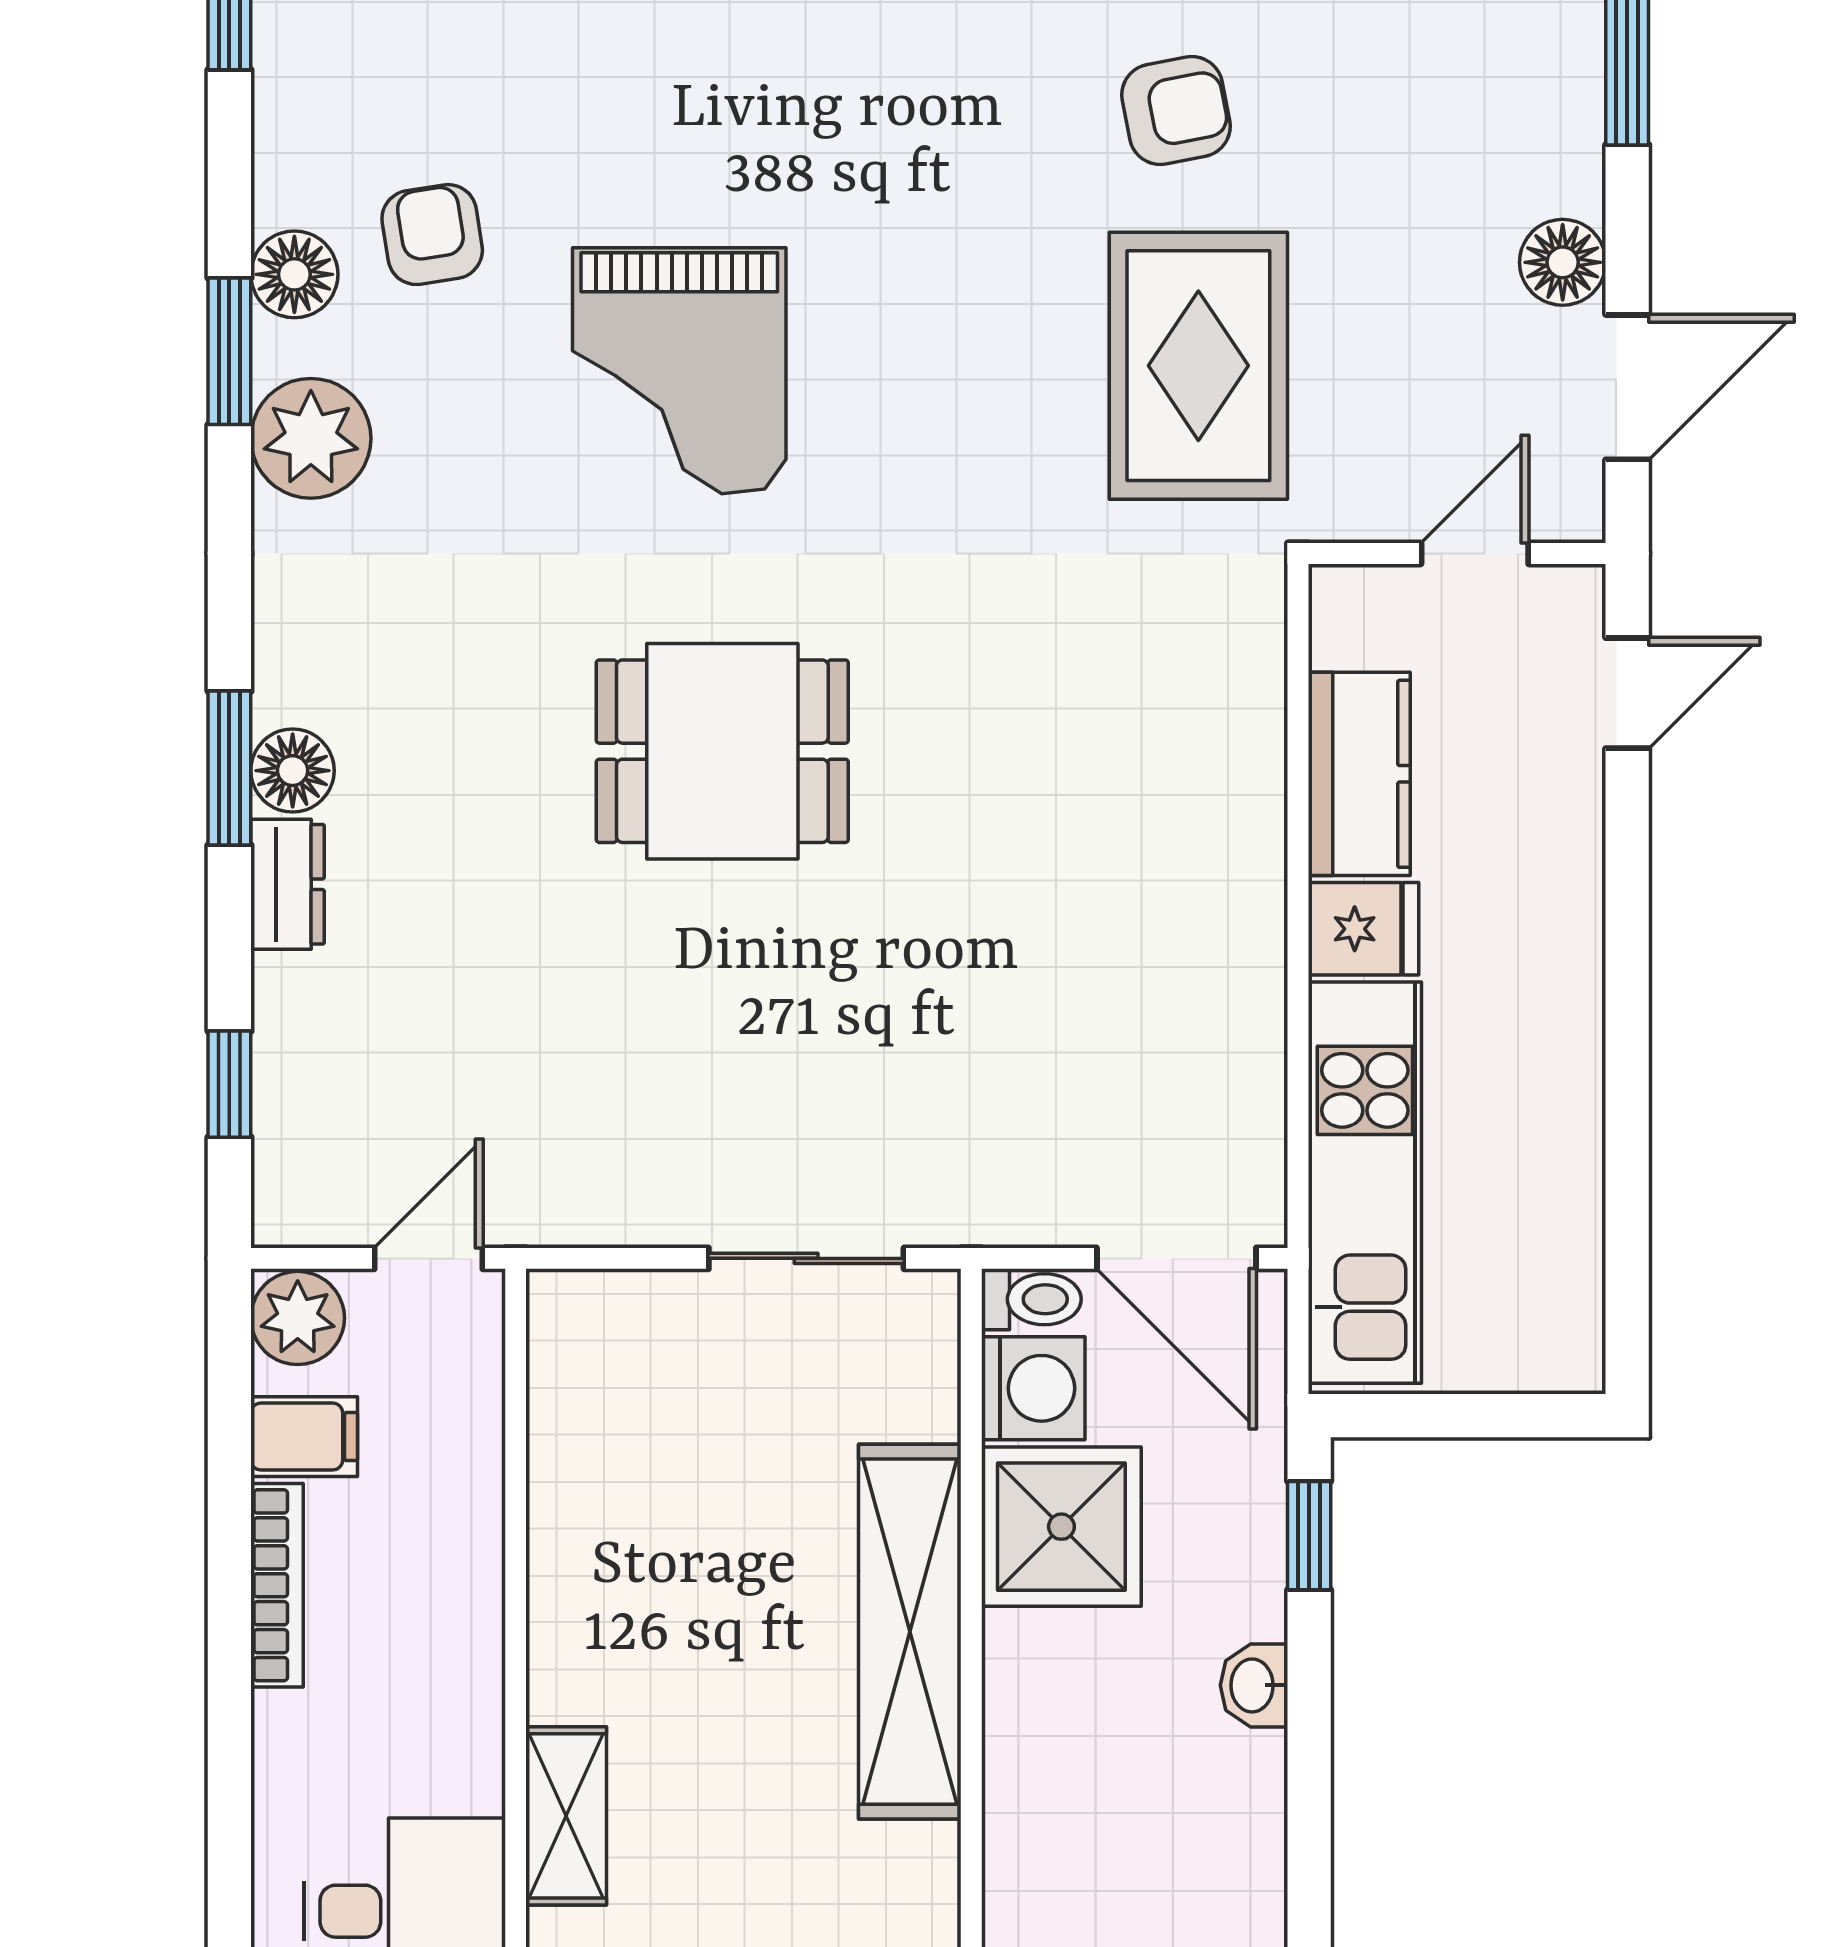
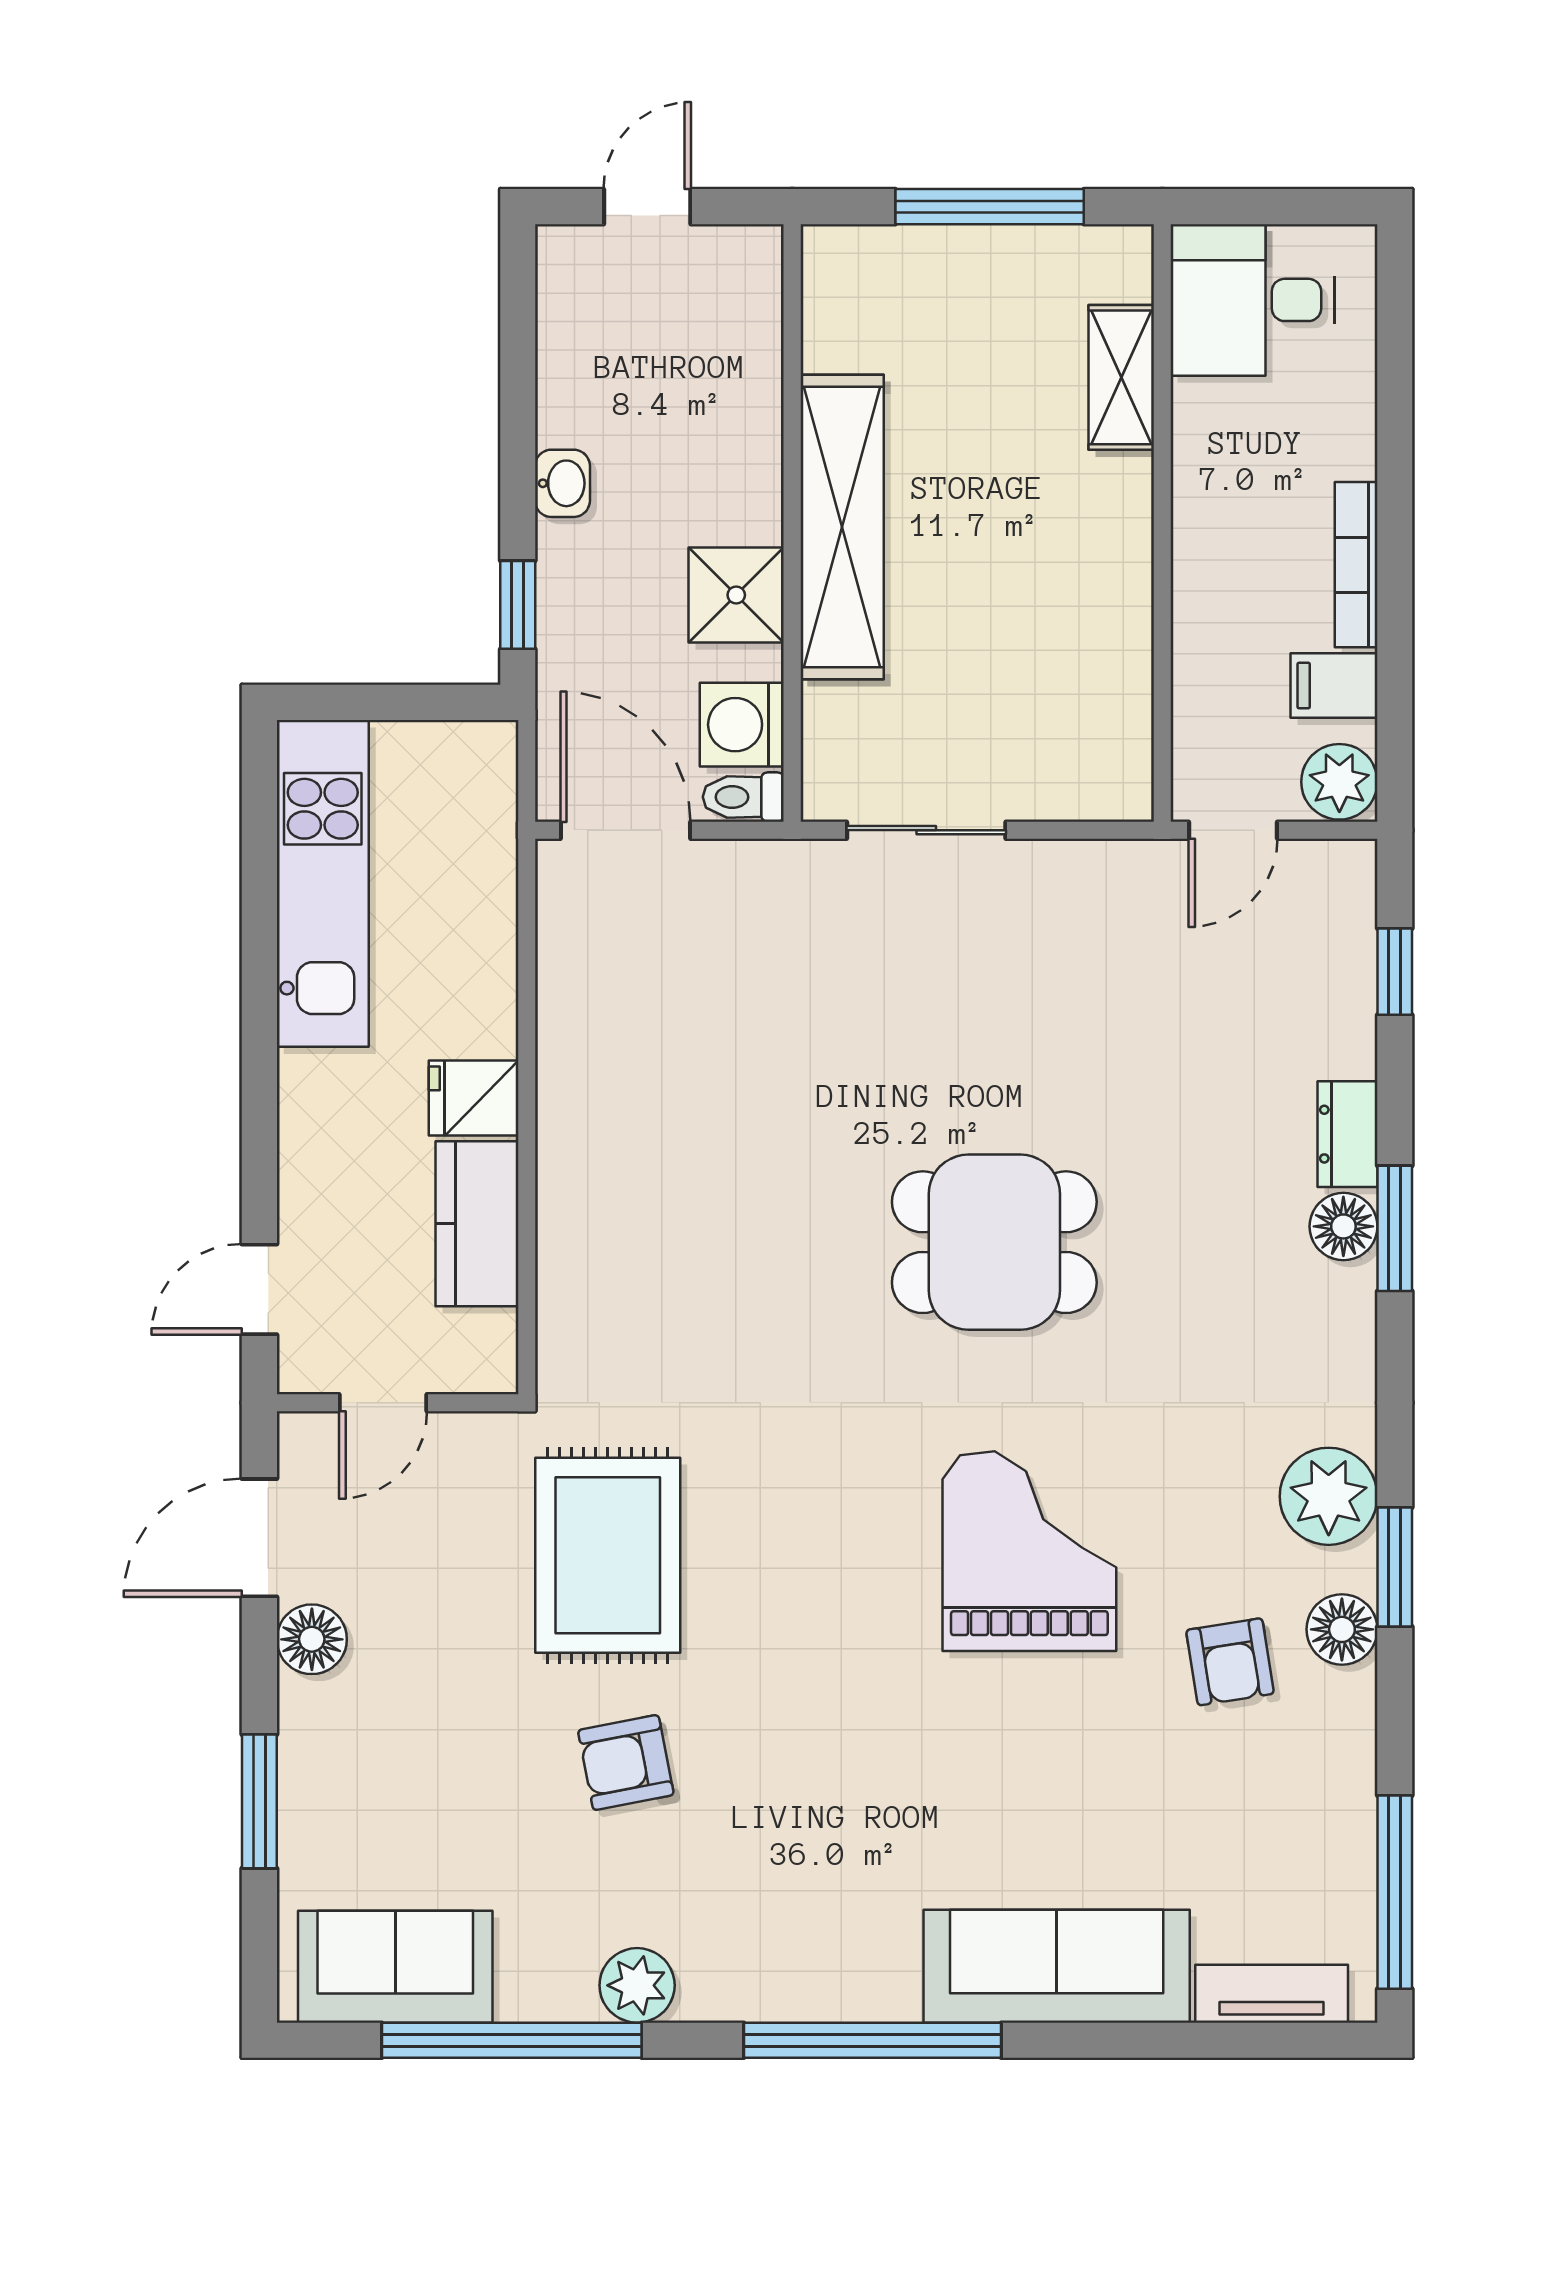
kitchen unit: (1365, 1183) -> (323, 884), moved, turned 180
shower: (1061, 1527) -> (736, 595), width x0.73, depth x0.73

